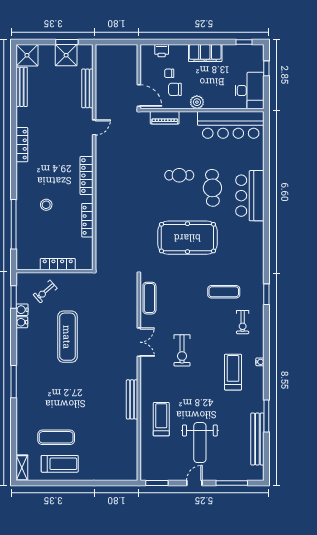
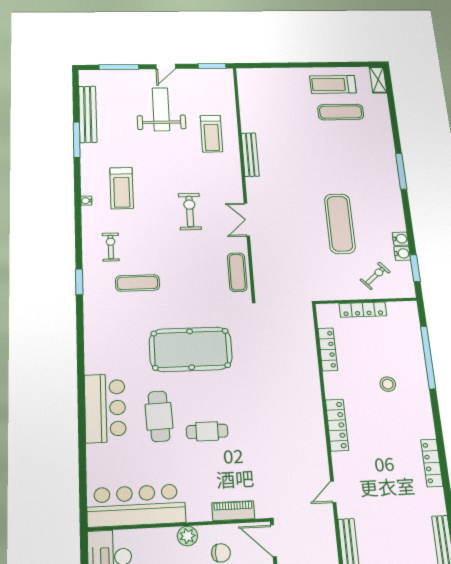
locker: (87, 220) -> (328, 349), moved

